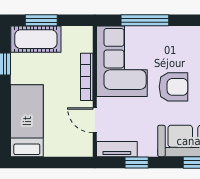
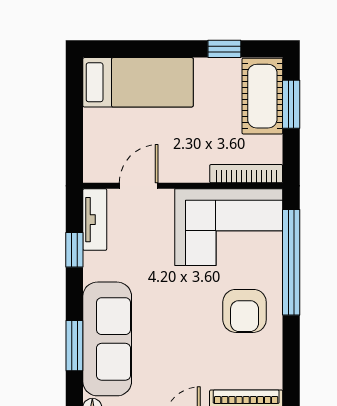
window: (145, 20) -> (291, 262), width x1.46
bookcase: (87, 77) -> (246, 174), moved
armchair: (173, 87) -> (245, 311), moved

